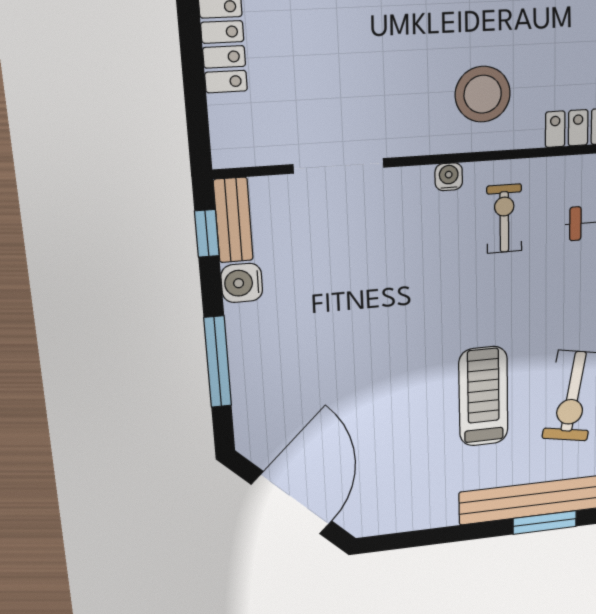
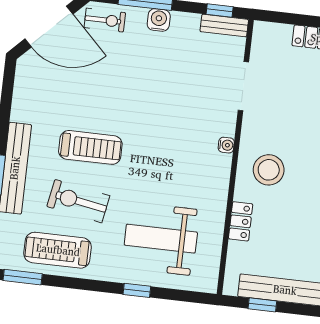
exercise bike: (504, 219) -> (105, 20), moved
water cooler: (242, 283) -> (159, 20), moved

